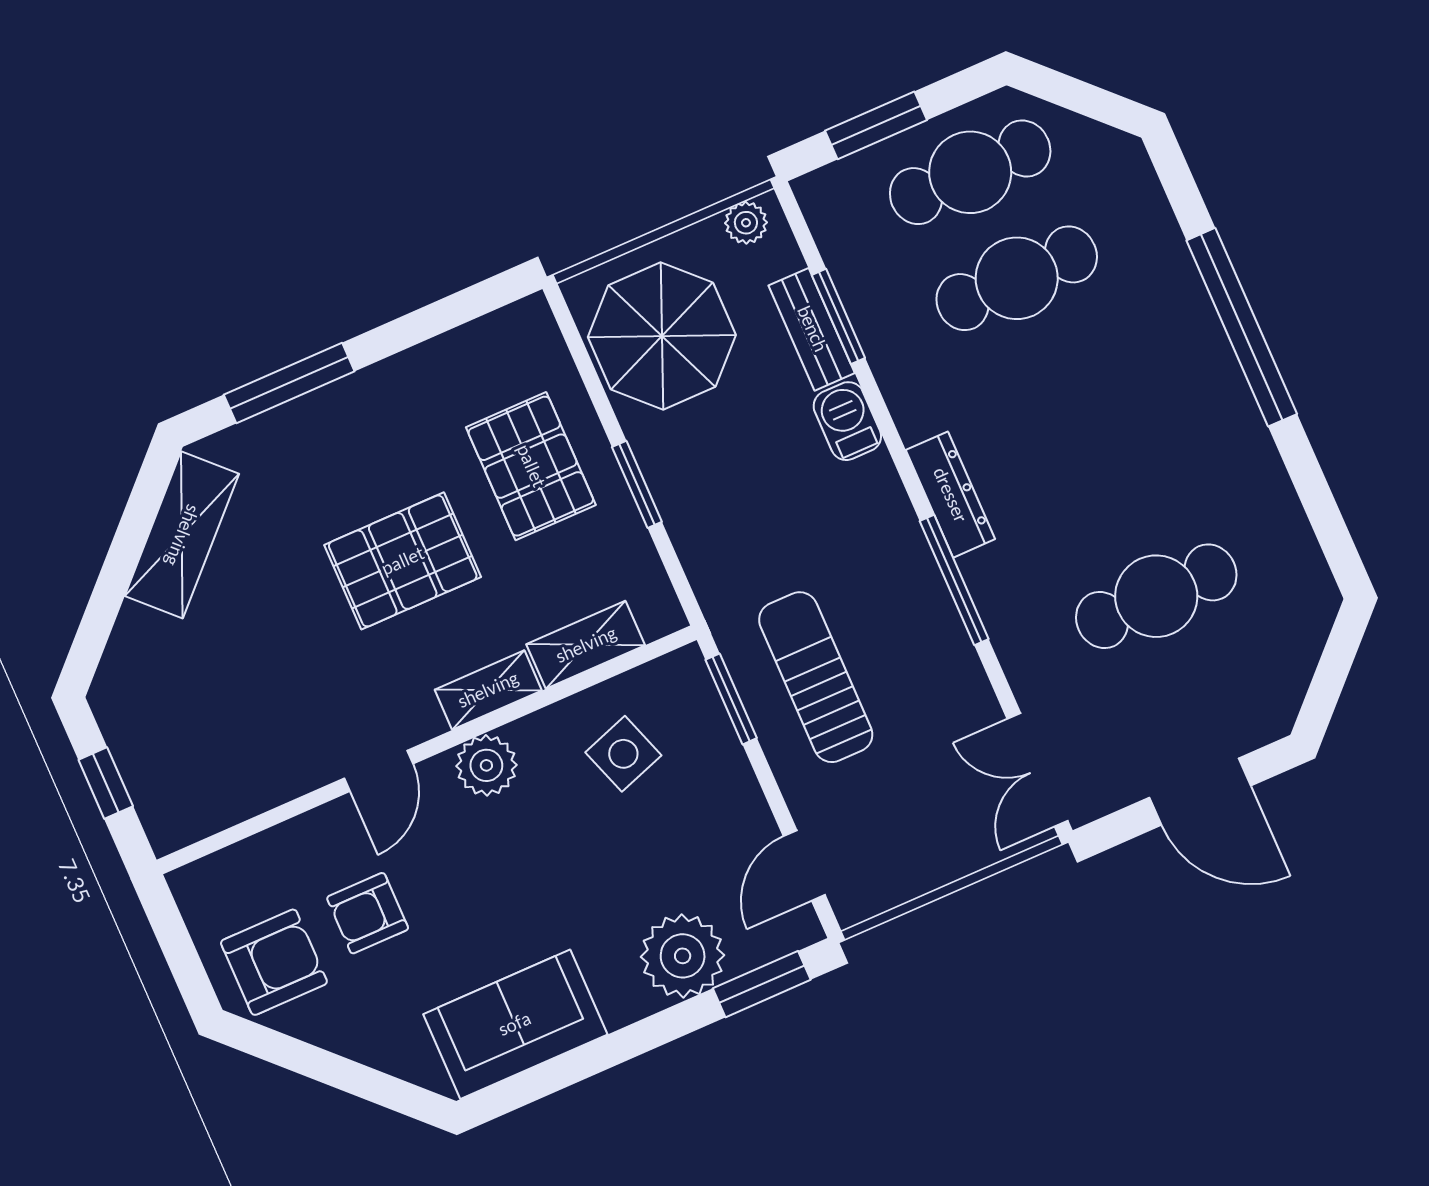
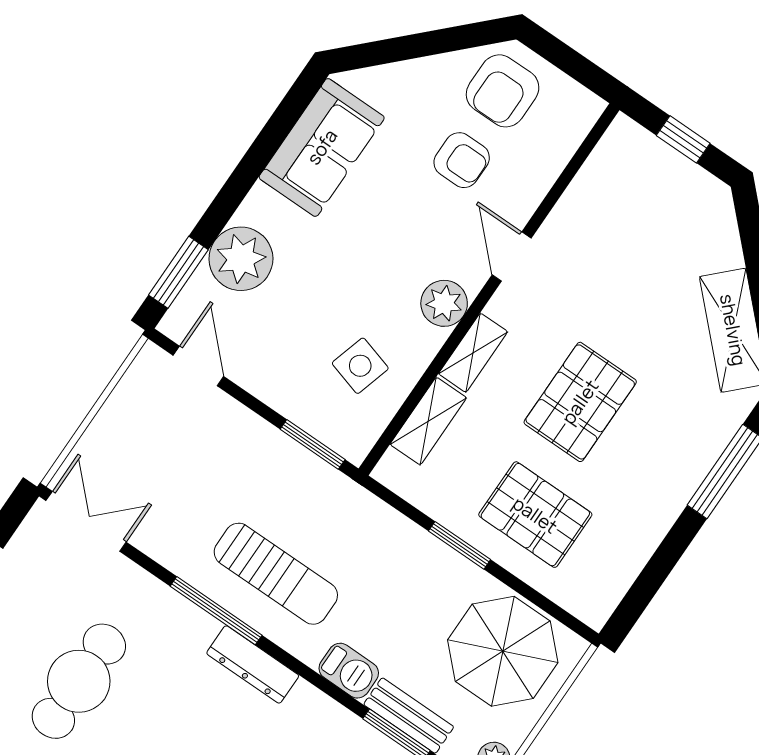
sun lounger: (816, 677) -> (276, 574), moved
side table: (623, 754) -> (360, 366), turned 35
armchair: (368, 913) -> (462, 160), turned 90

